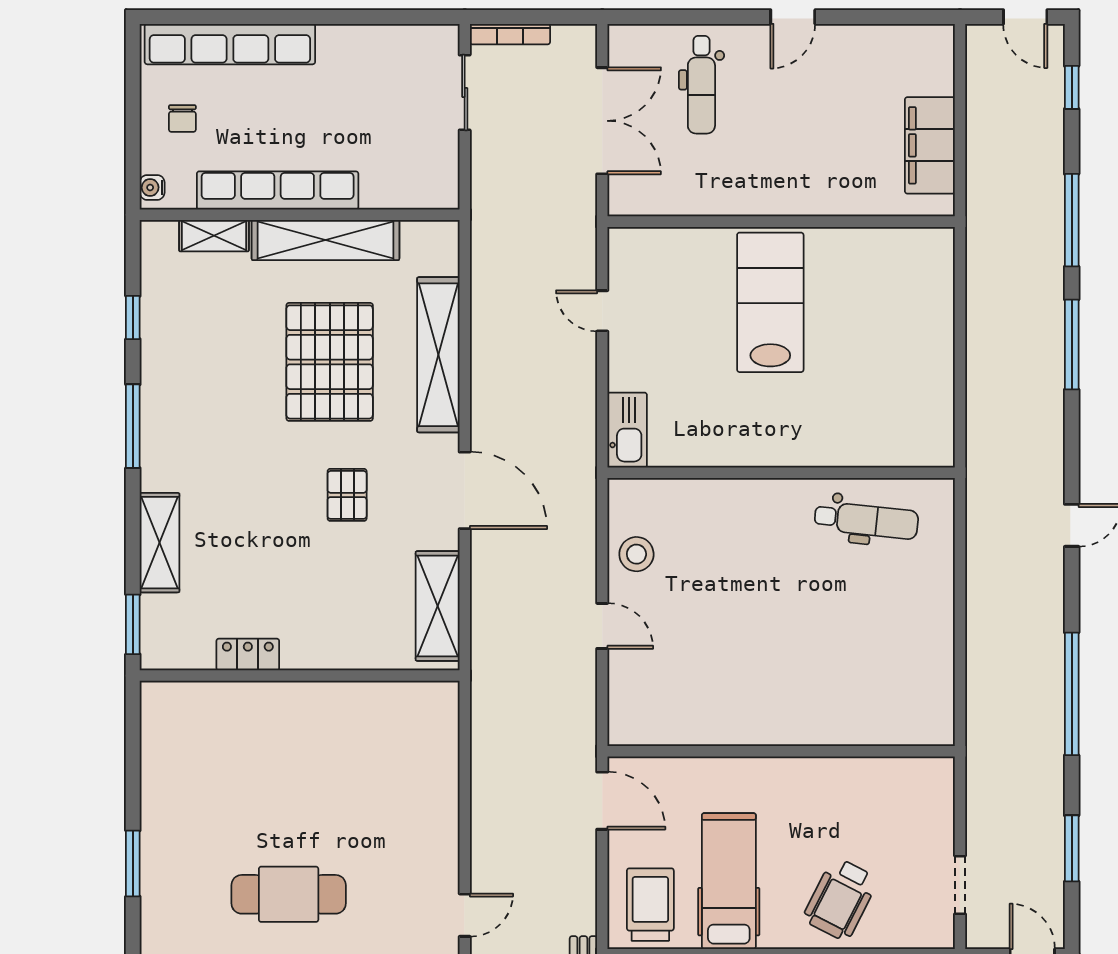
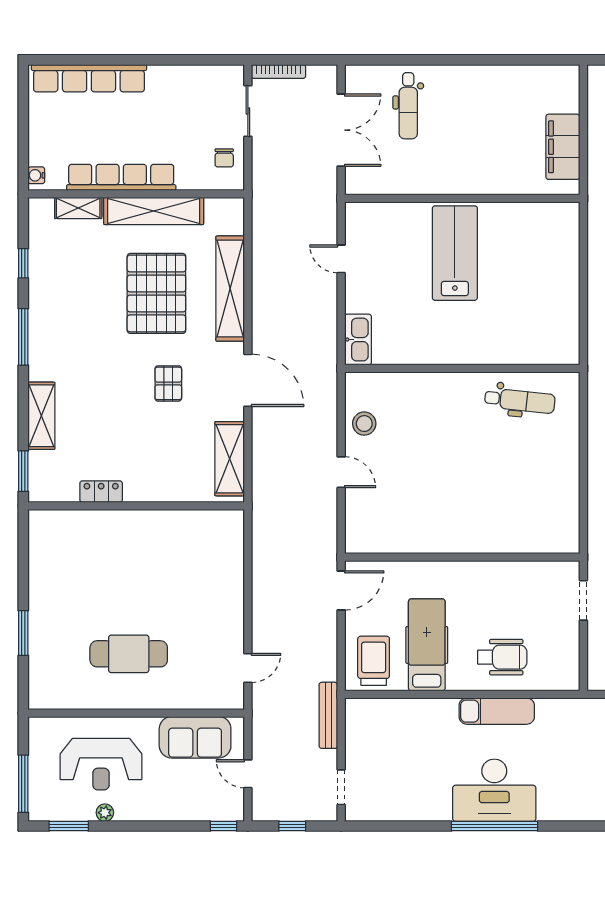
door: (793, 17) -> (470, 60), removed
chair: (182, 119) -> (224, 158), moved
door: (602, 801) -> (341, 590), hinge flipped
doorway: (960, 885) -> (583, 600), moved
wheelchair: (840, 899) -> (502, 657), turned -117

